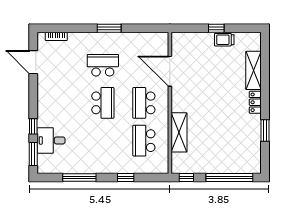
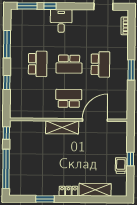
shelving: (179, 132) -> (62, 127), moved
desk: (51, 140) -> (61, 21), moved
school desk: (144, 141) -> (38, 64), moved, turned 90

